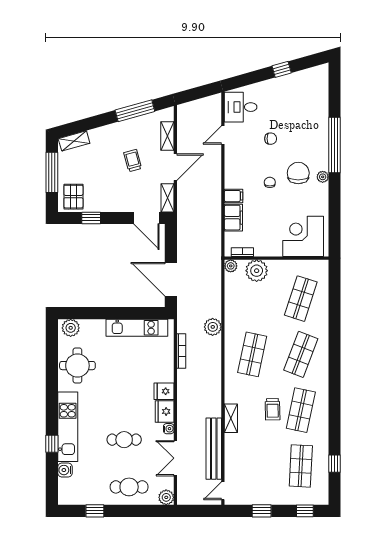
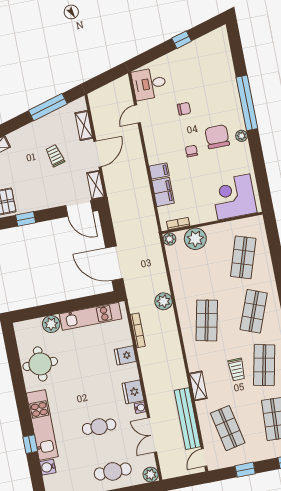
plant: (71, 328) -> (51, 324), moved
fridge: (164, 391) -> (125, 355), moved
shop shelf: (252, 466) -> (228, 428), added

